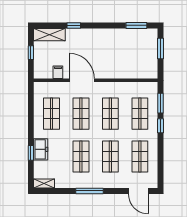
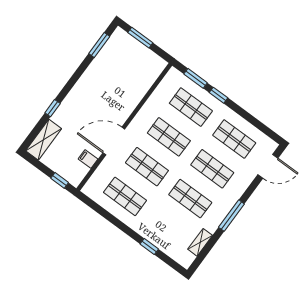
window: (31, 53) -> (60, 180), moved
freezer: (41, 149) -> (153, 234), removed
shelving: (44, 184) -> (200, 242), moved

